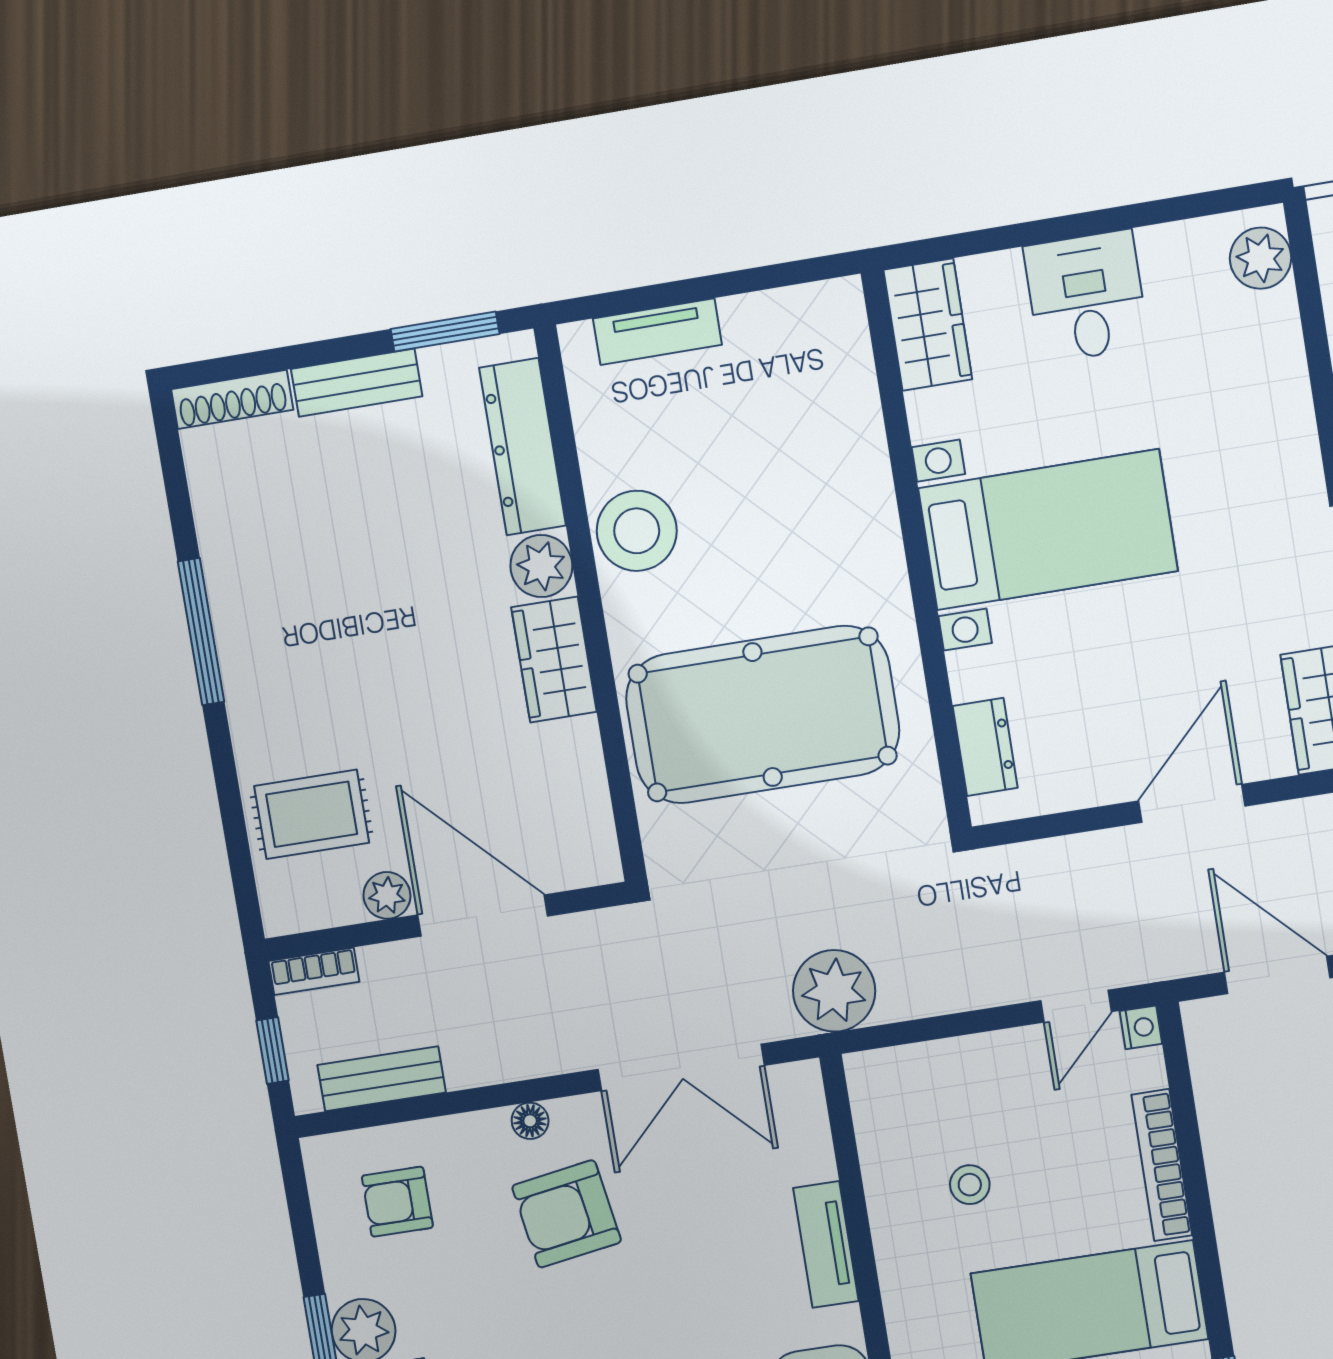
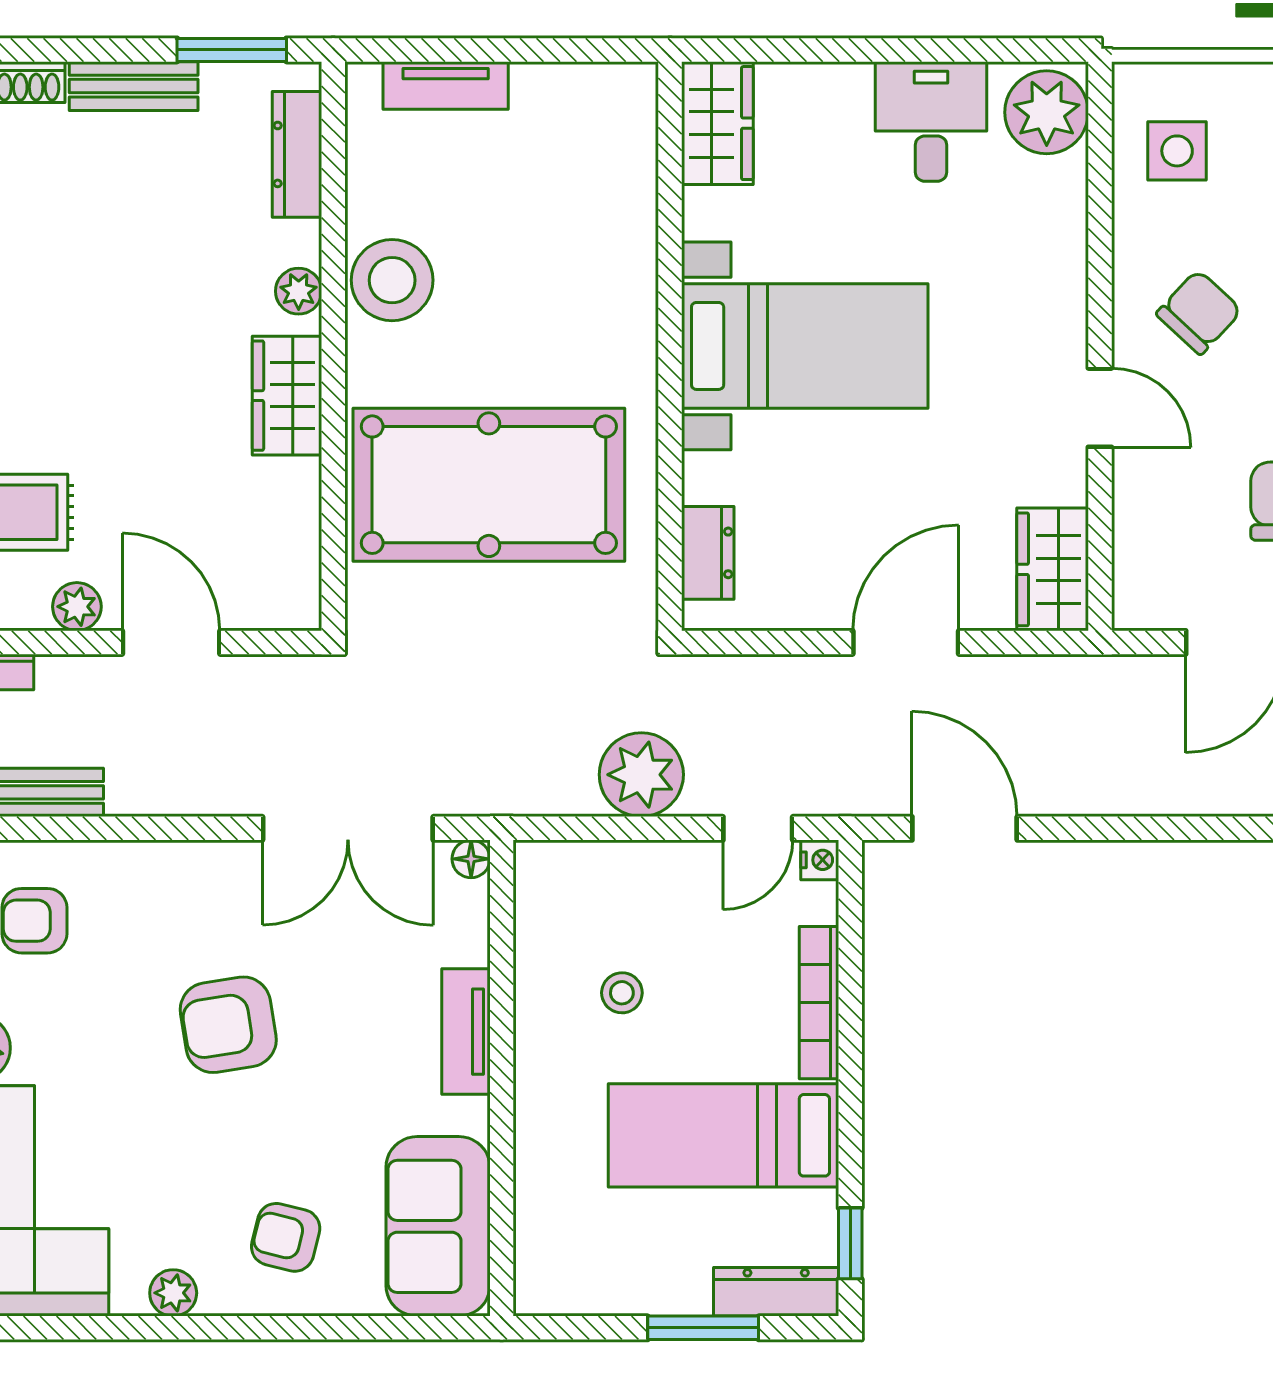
plant: (1261, 258) -> (1047, 112), width x1.36, depth x1.36
desk: (1086, 297) -> (931, 121), moved
dresser: (523, 447) -> (297, 154), width x0.73, depth x0.80
plant: (541, 566) -> (299, 291), width x0.73, depth x0.73
door: (483, 916) -> (171, 642), width x0.73
plant: (834, 991) -> (641, 775), moved
floor lamp: (530, 1121) -> (471, 859), moved
armchair: (567, 1214) -> (228, 1025), moved

